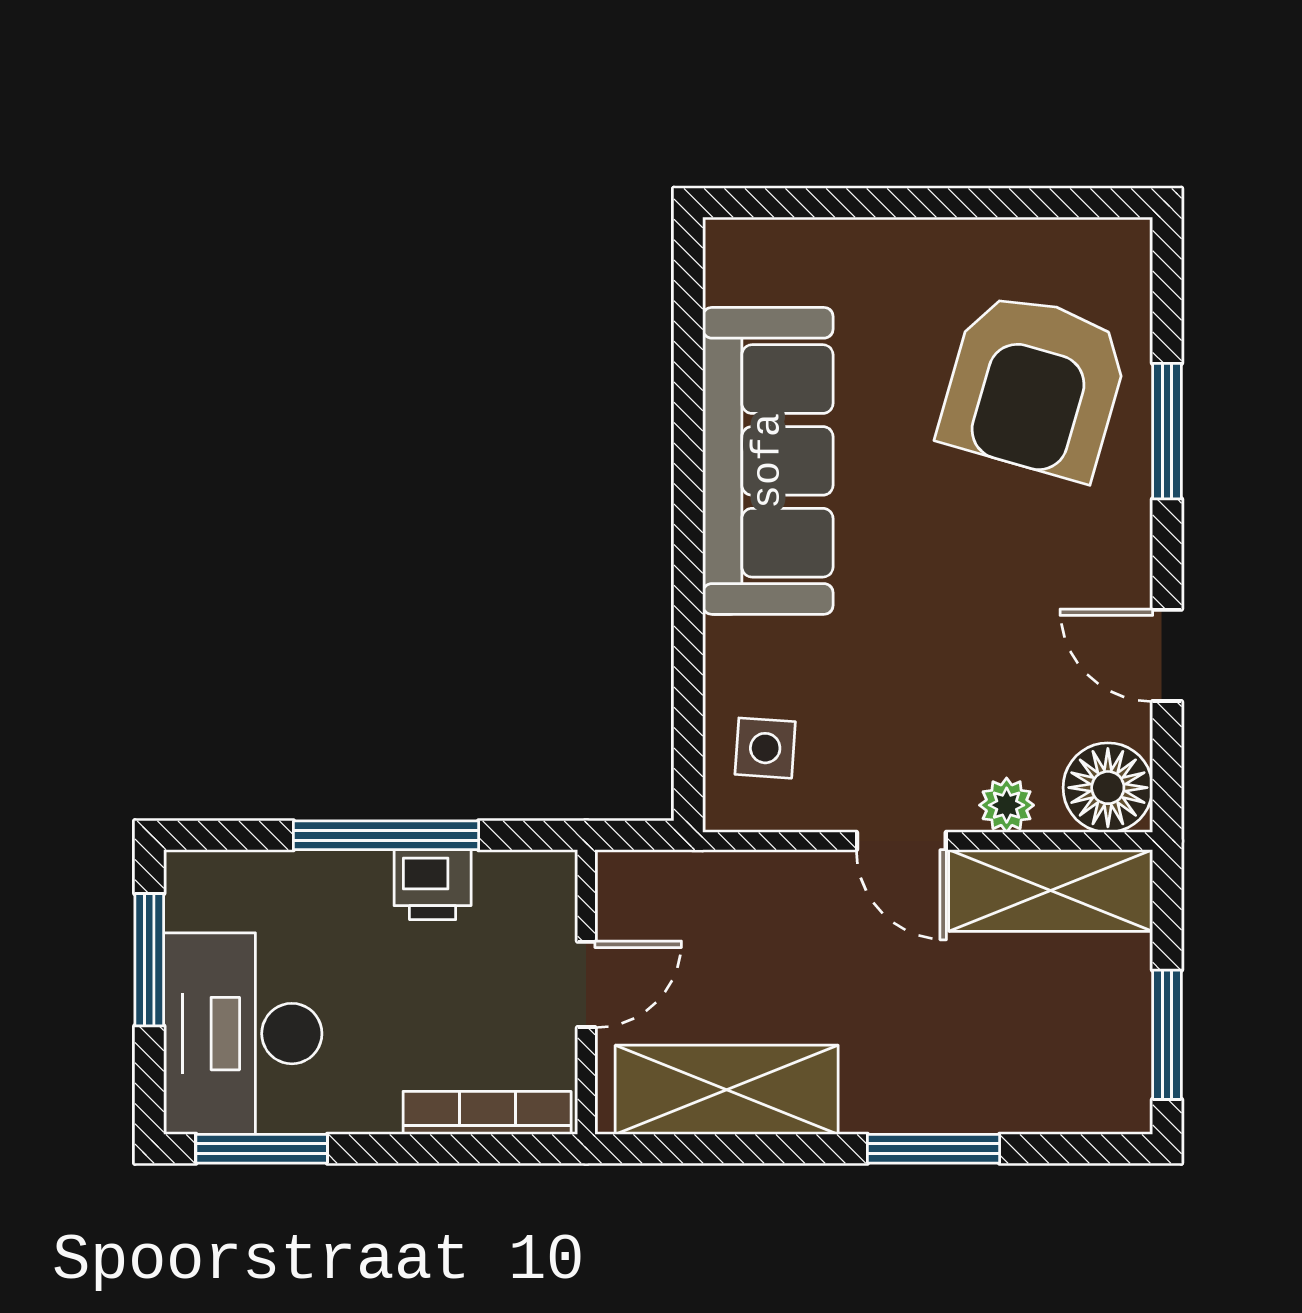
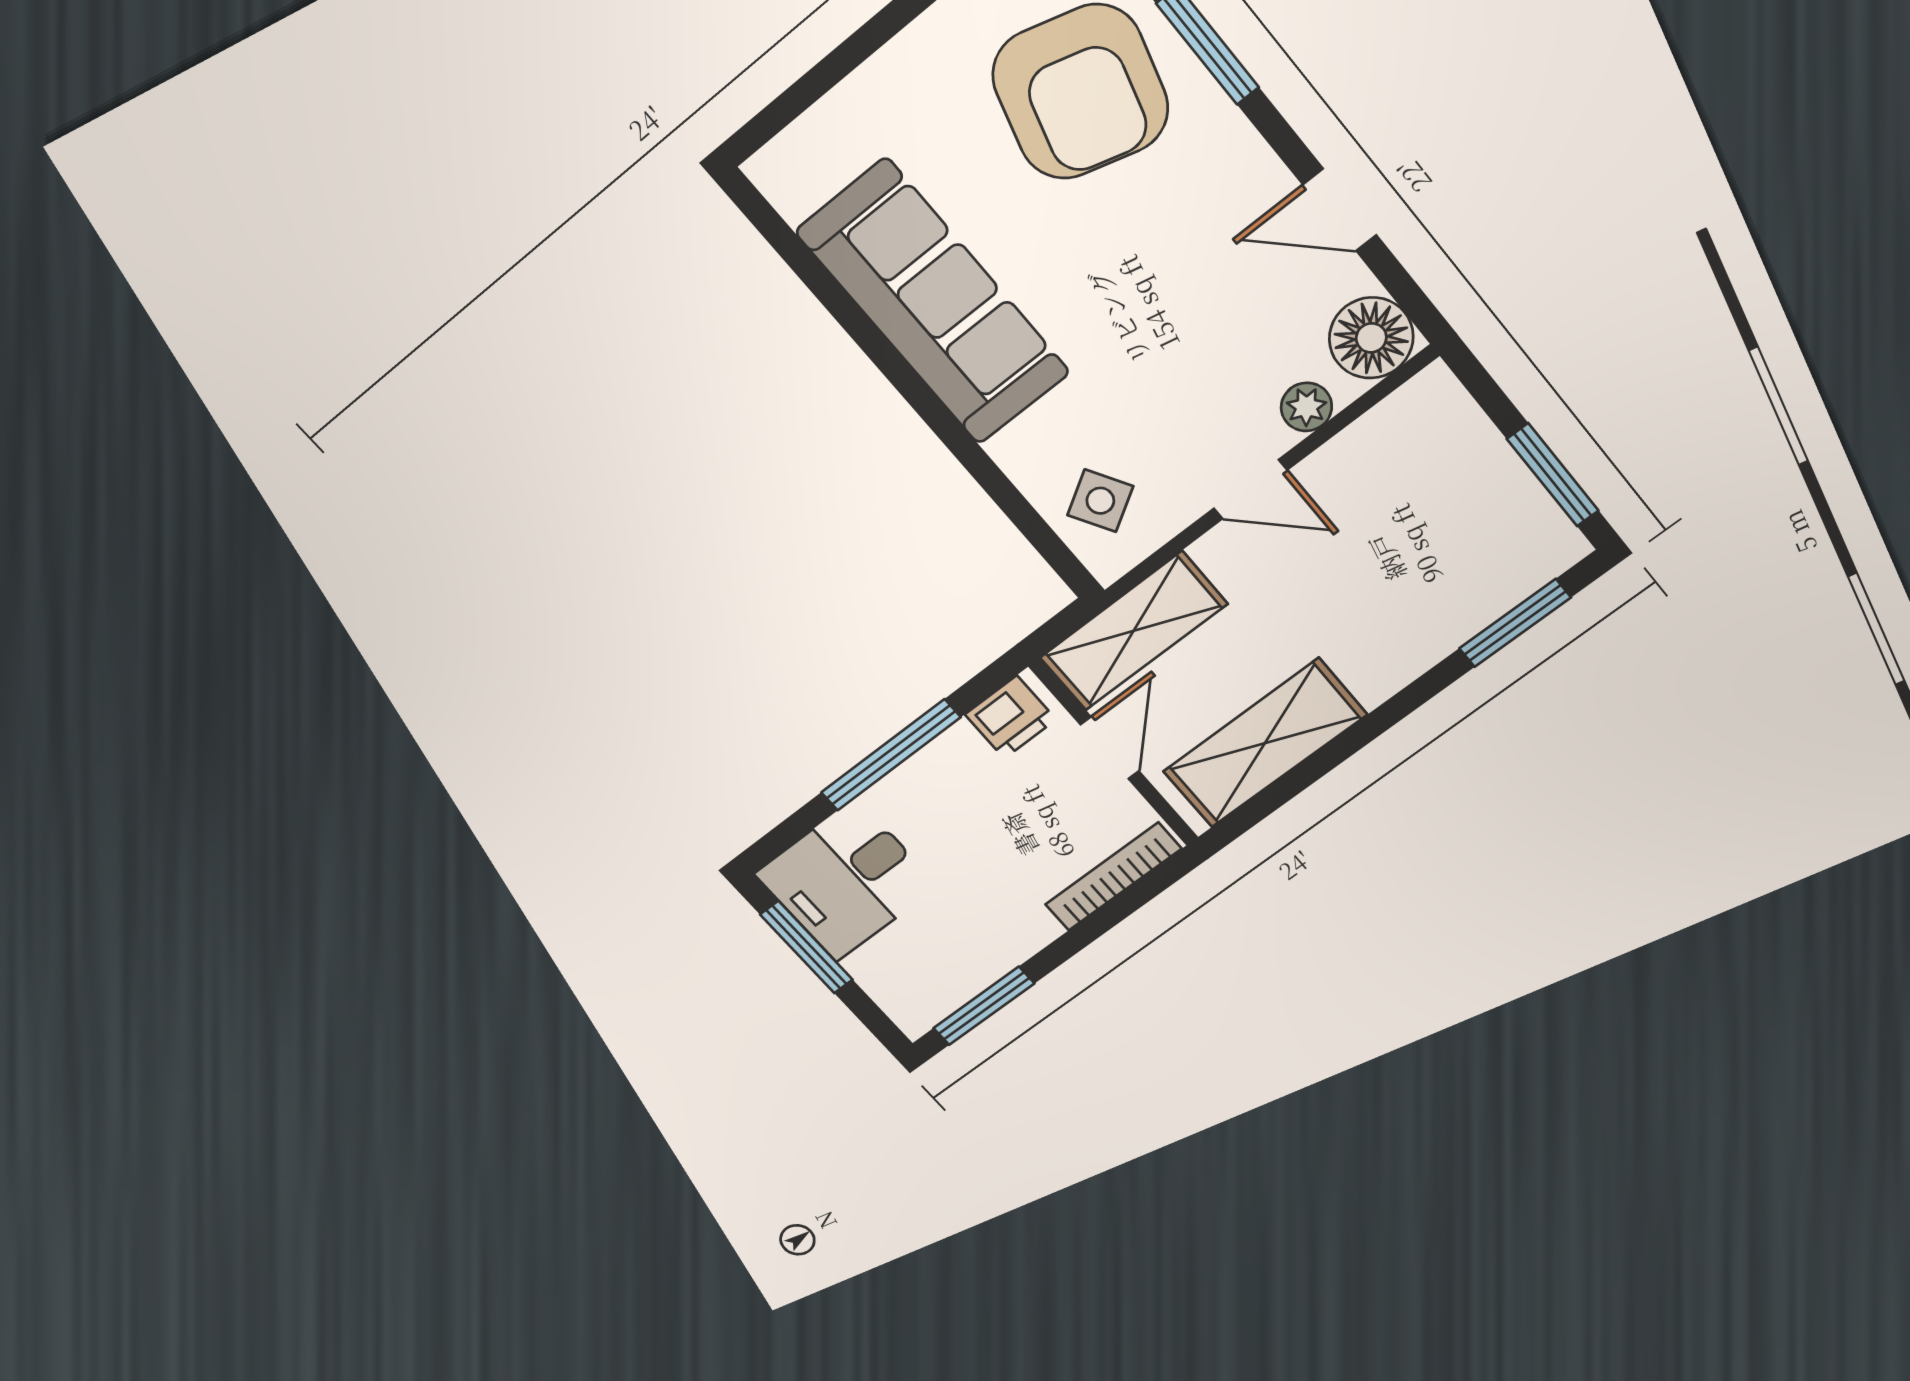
side table: (765, 748) -> (1100, 501), turned -35
printer: (433, 885) -> (1011, 717), moved
shelving: (1051, 890) -> (1134, 631), moved
desk: (243, 1034) -> (846, 880), moved, width x0.73
window: (934, 1149) -> (1515, 623), moved

